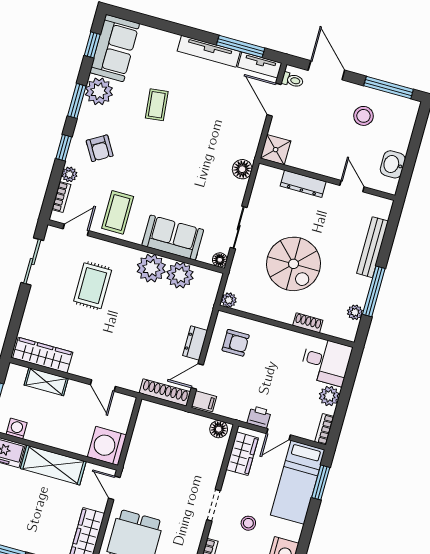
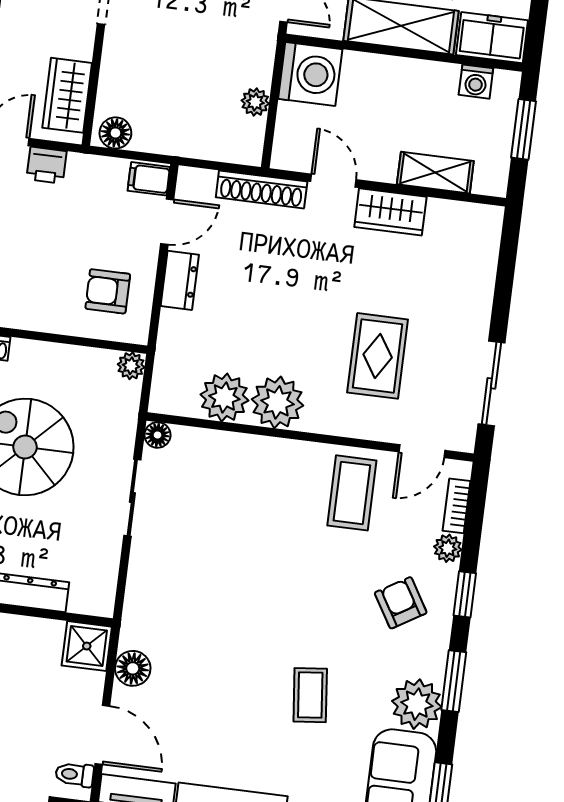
floor lamp: (242, 169) -> (133, 668), moved
sofa: (173, 238) -> (247, 462), removed
wardrobe: (43, 355) -> (390, 212), moved, width x0.67
shoe rack: (165, 392) -> (262, 189), moved
plant: (139, 435) -> (255, 102), added

